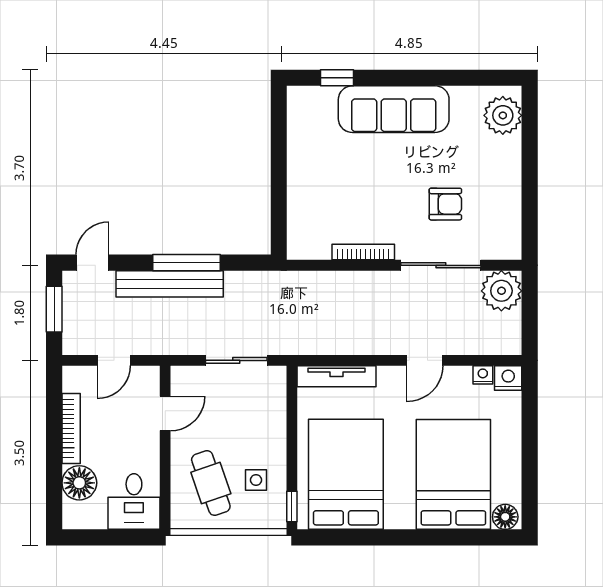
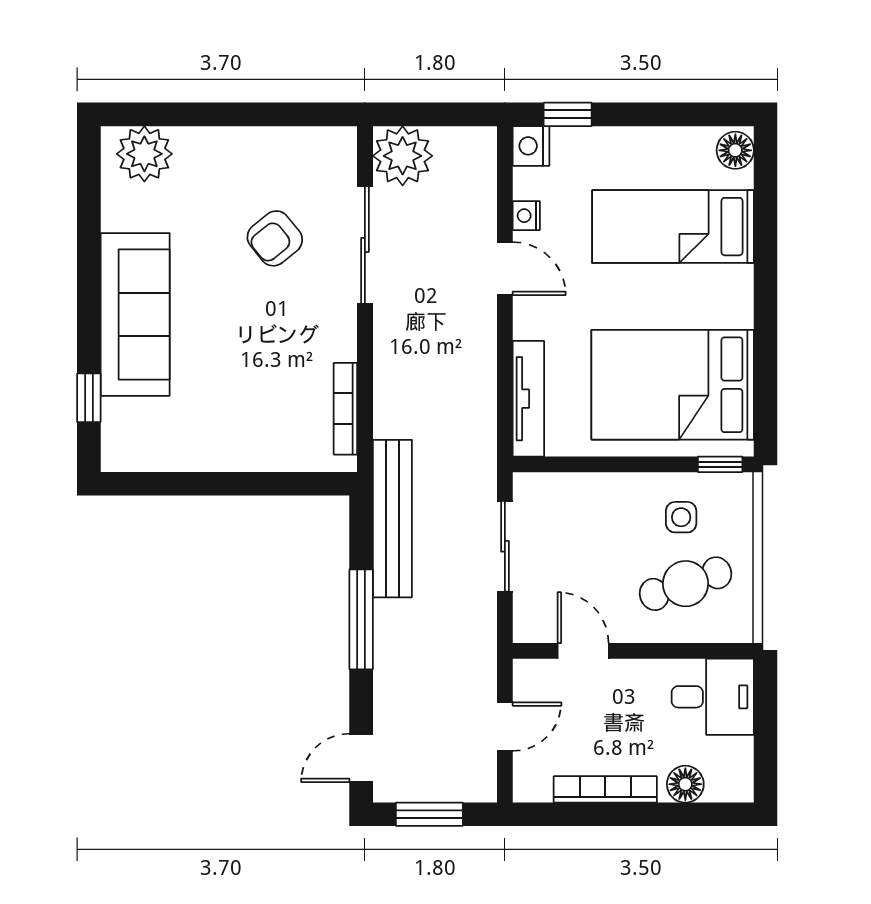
armchair: (445, 204) -> (275, 238), turned -129
bookcase: (363, 252) -> (345, 409), moved
door: (92, 263) -> (361, 758), hinge flipped
bench: (170, 284) -> (392, 519), moved
door: (114, 360) -> (505, 727), hinge flipped
nightstand: (483, 375) -> (526, 216), moved
window: (530, 403) -> (568, 114), added
bed: (453, 474) -> (673, 227), width x0.67
floor lamp: (79, 483) -> (685, 784), width x0.73, depth x0.73

